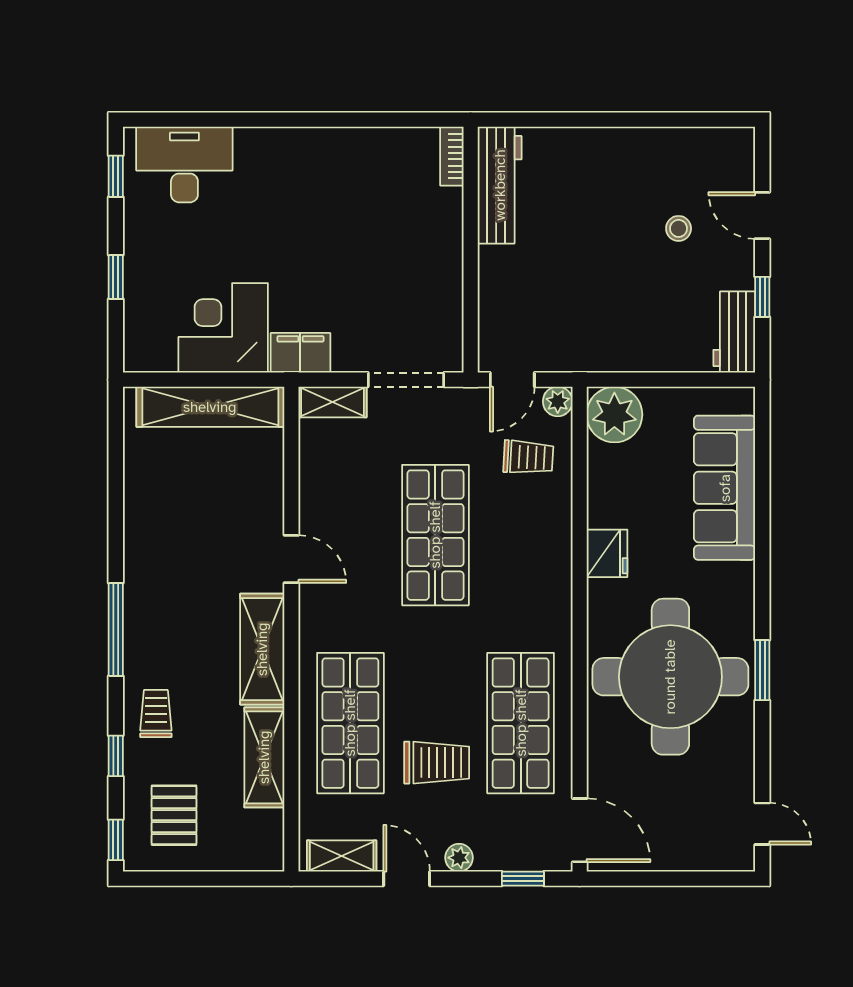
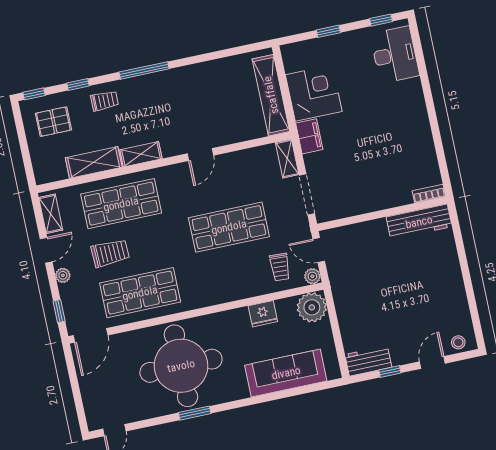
stool: (679, 228) -> (458, 342), moved
fridge: (607, 553) -> (263, 314), moved
shelving: (262, 649) -> (141, 154), width x0.67, depth x0.75
trolley: (437, 763) -> (110, 253), turned -92

